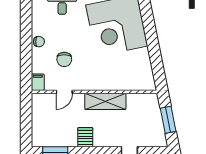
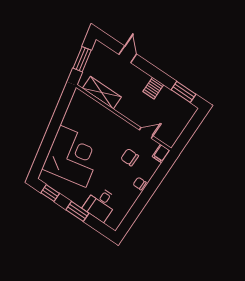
chair: (64, 59) -> (130, 157), turned -89
shelving: (105, 101) -> (102, 93), moved

